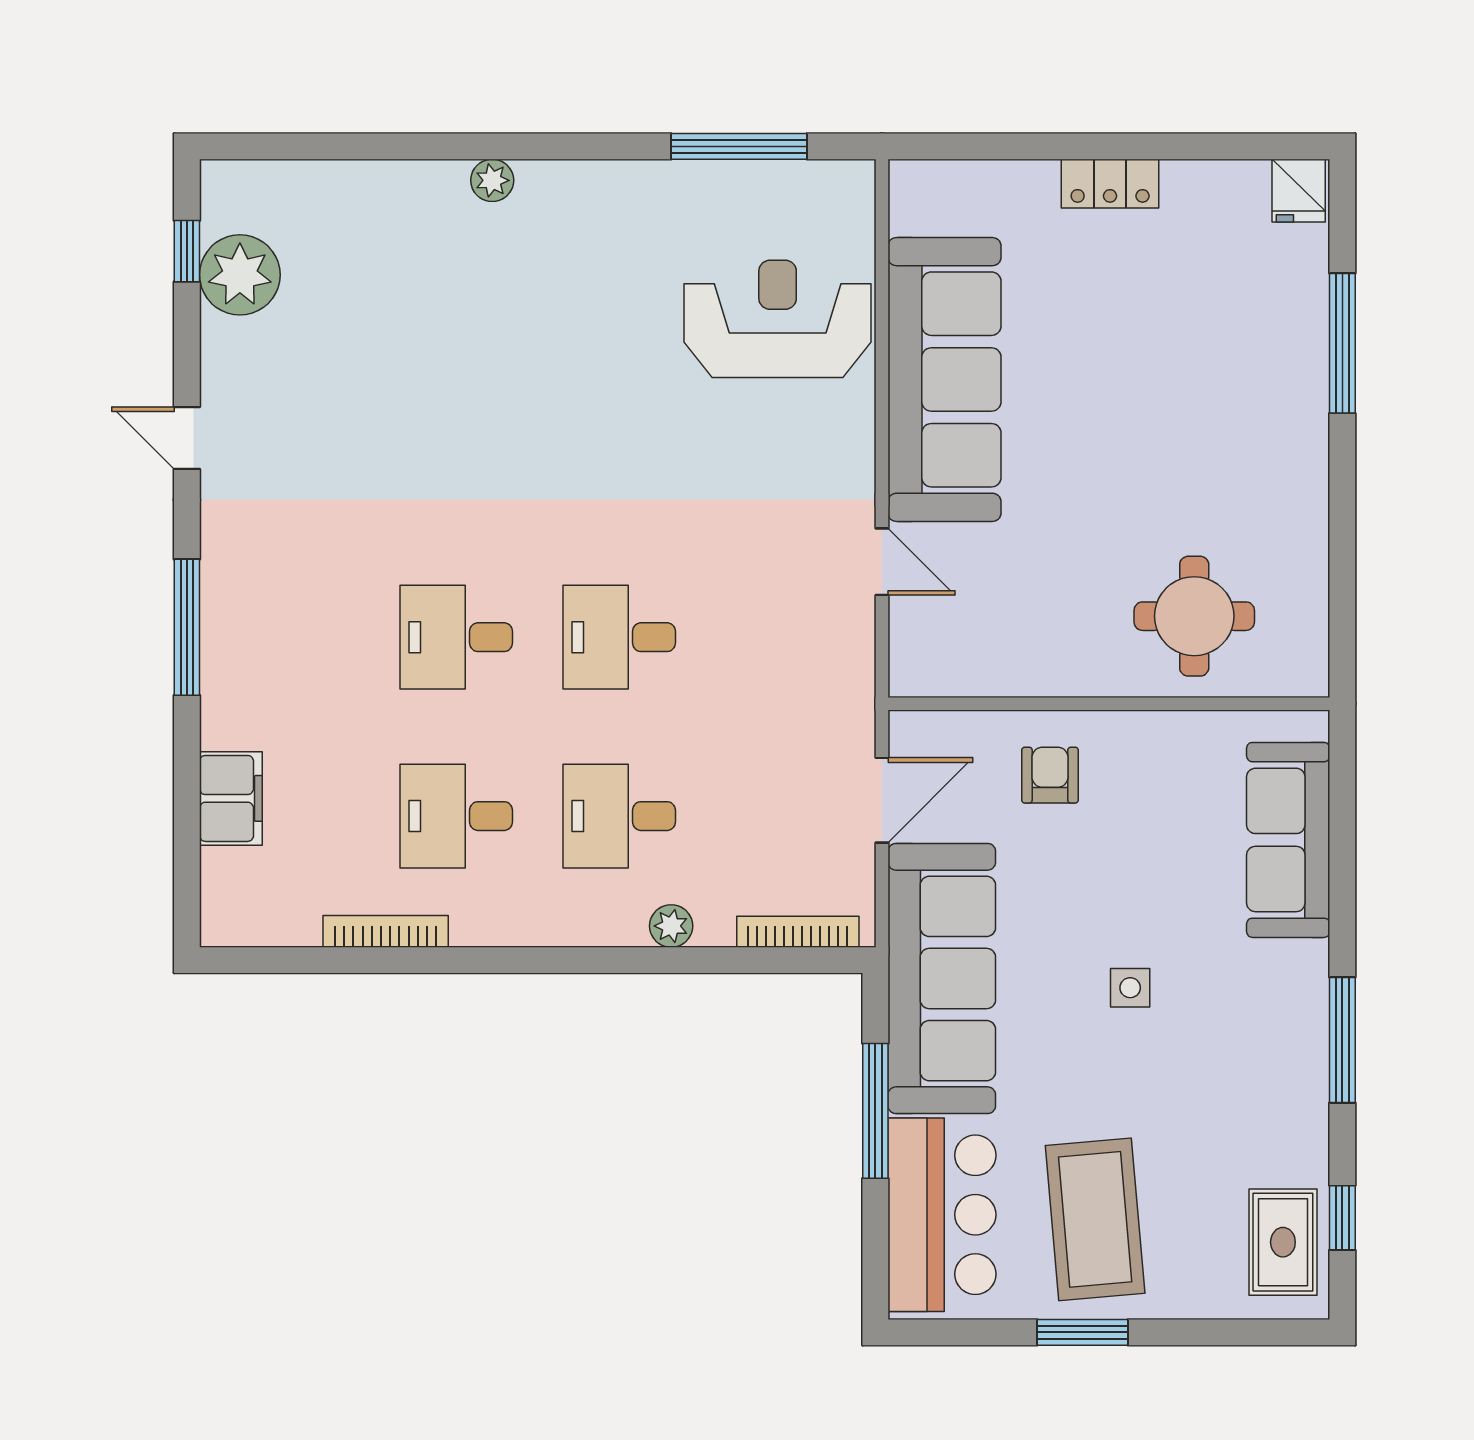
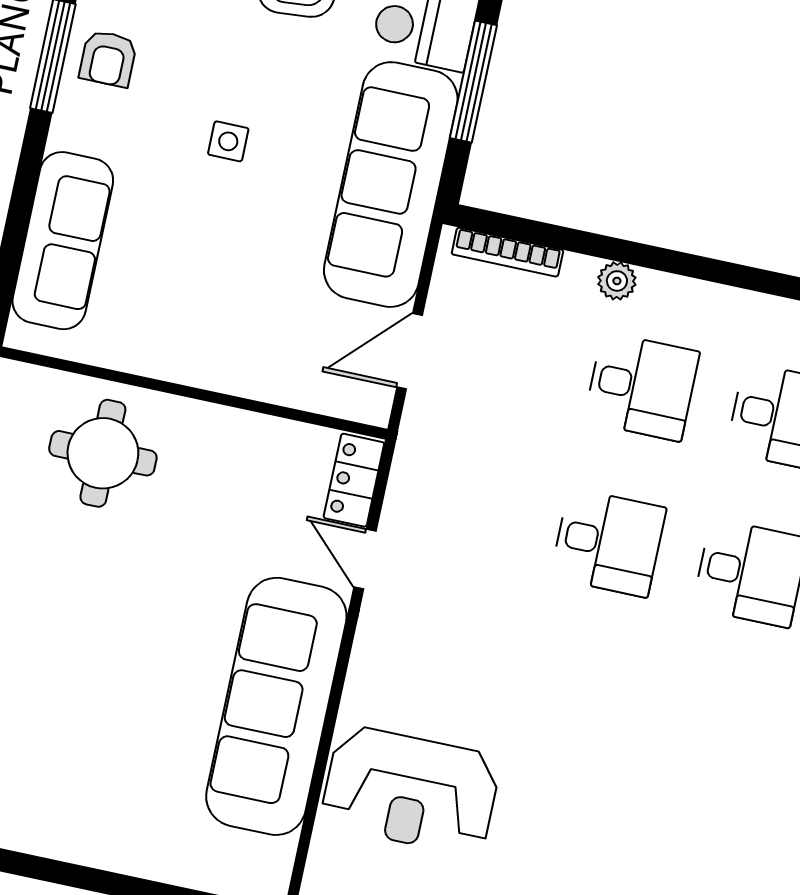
locker: (1110, 184) -> (354, 480), moved, turned -90
armchair: (1050, 775) -> (108, 59), moved

